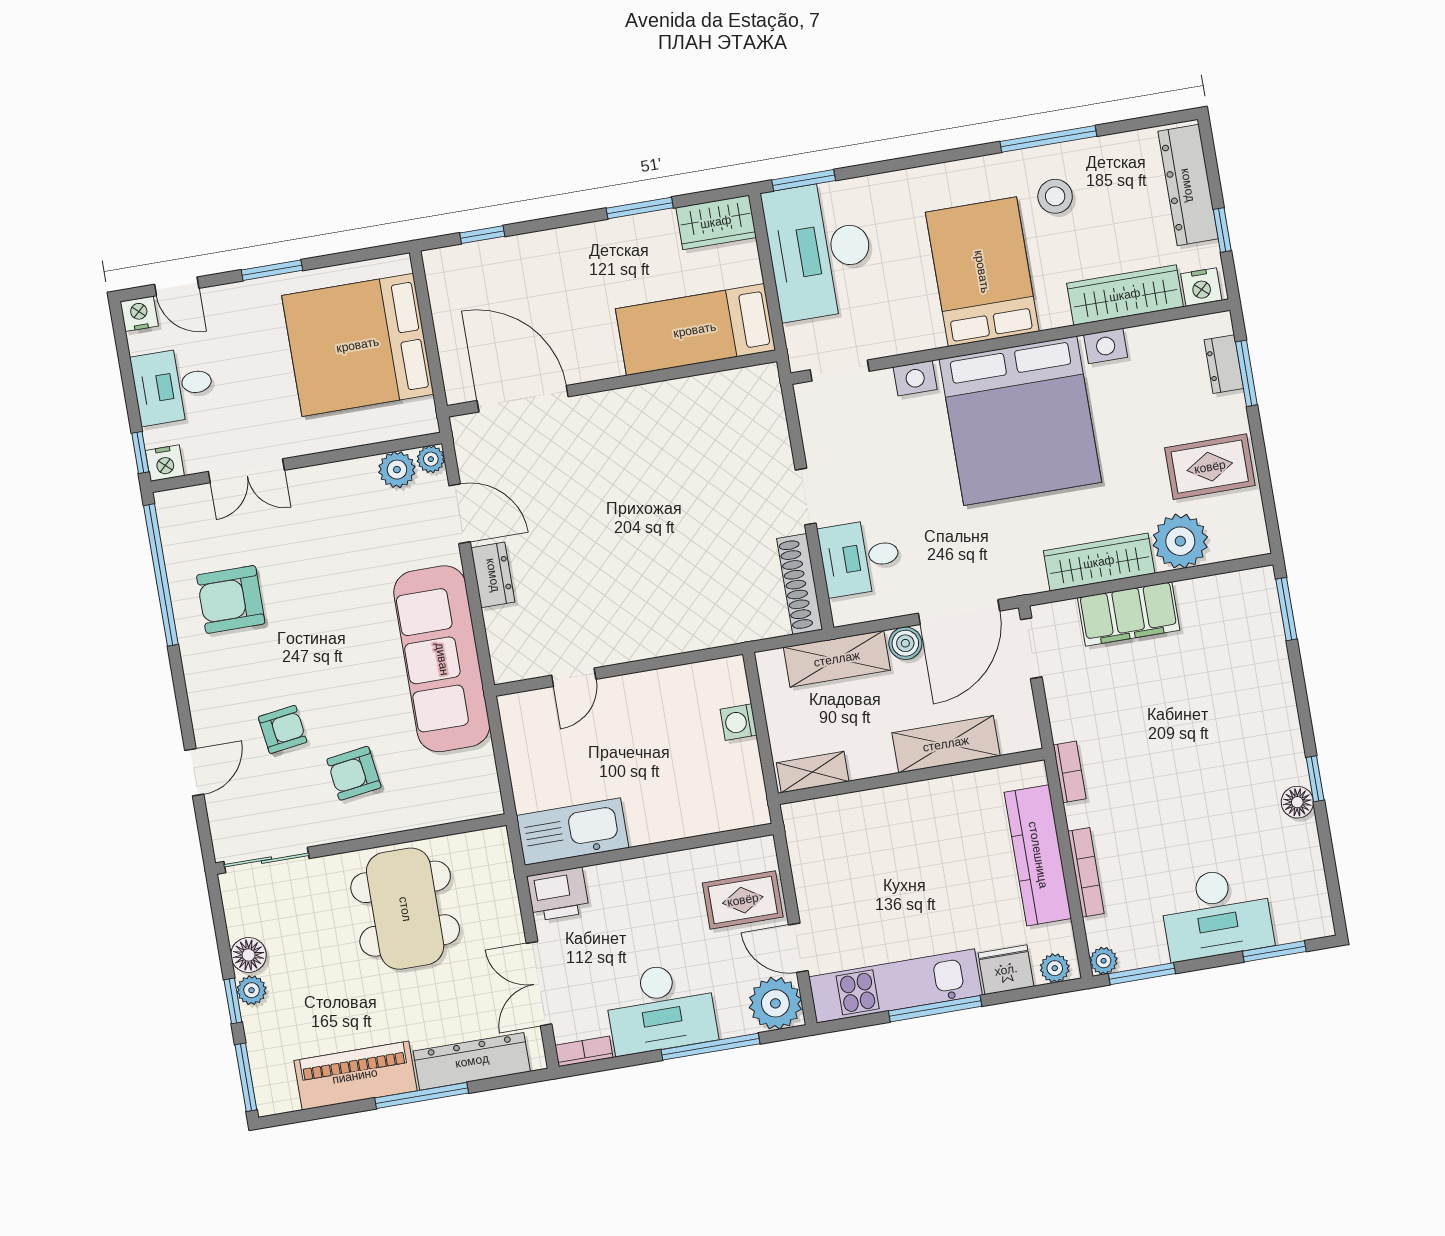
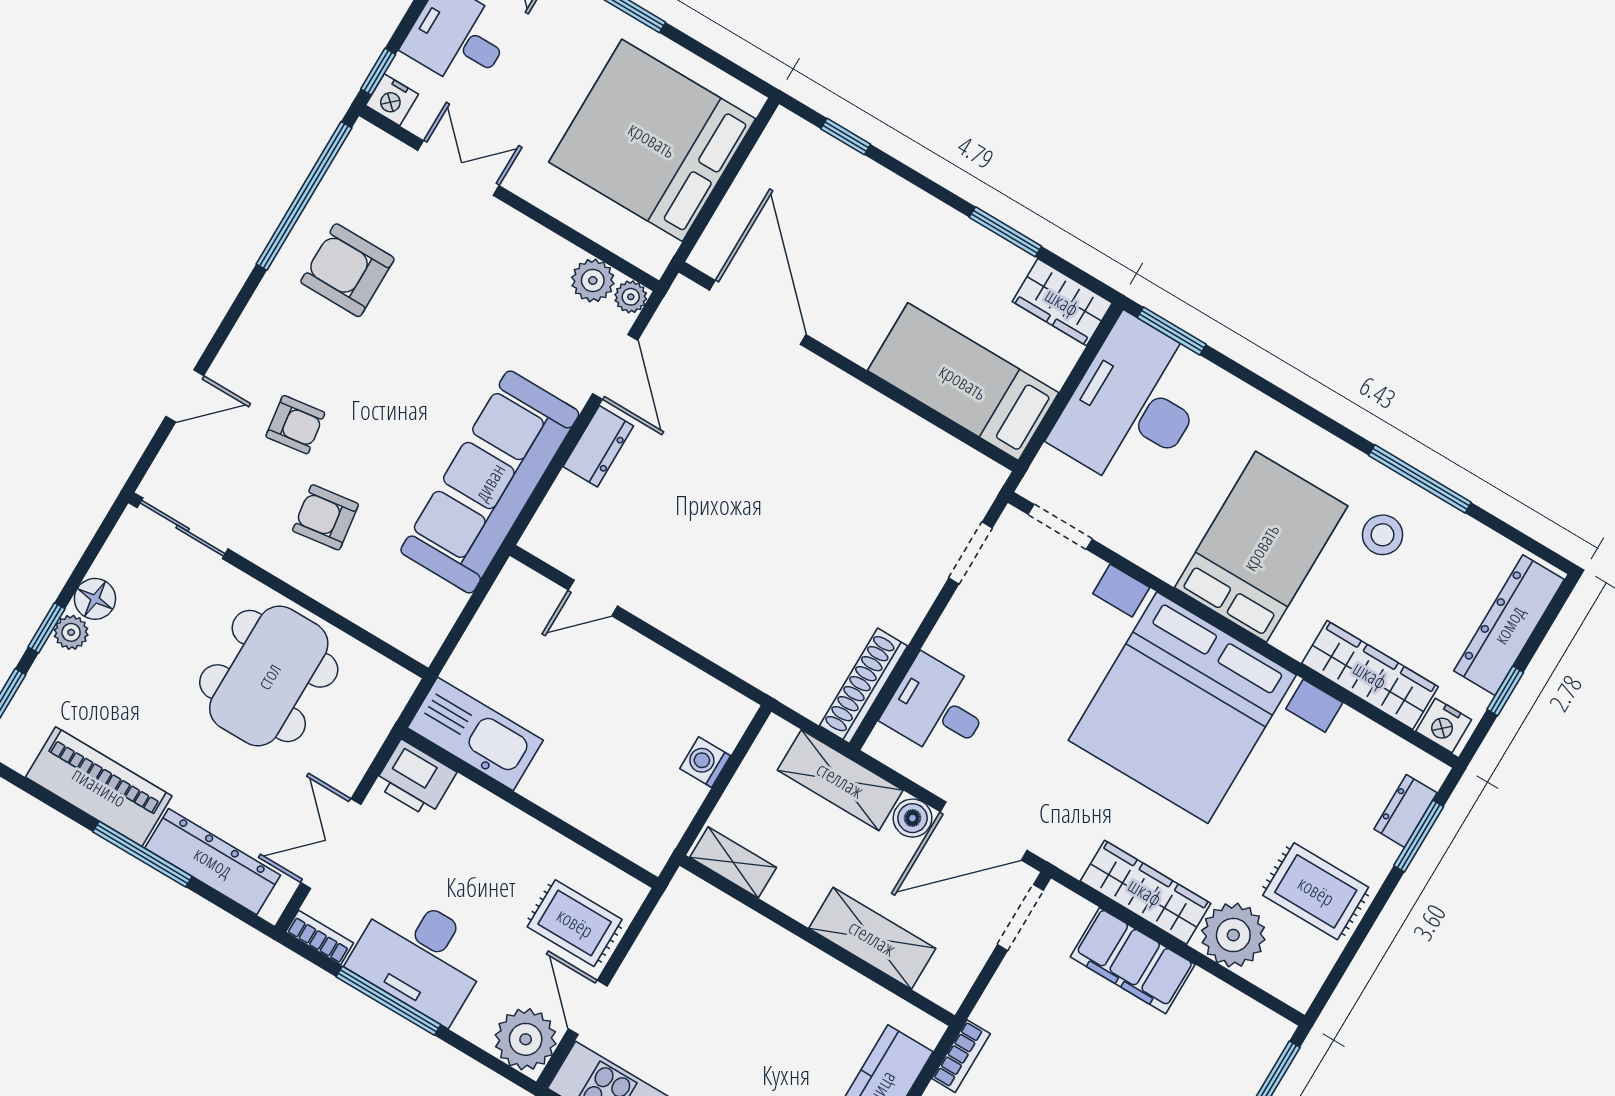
double door: (246, 471) -> (458, 168), swing flipped
doorway: (806, 497) -> (970, 553), moved
window: (710, 1047) -> (388, 1001), moved

